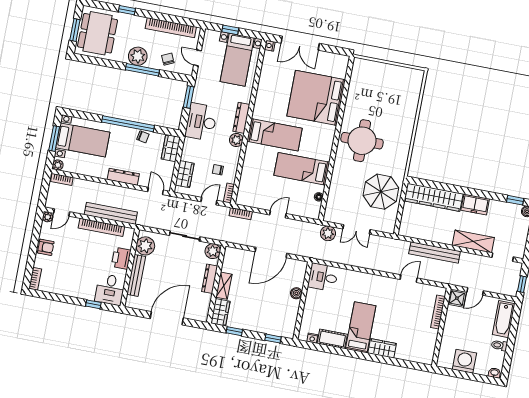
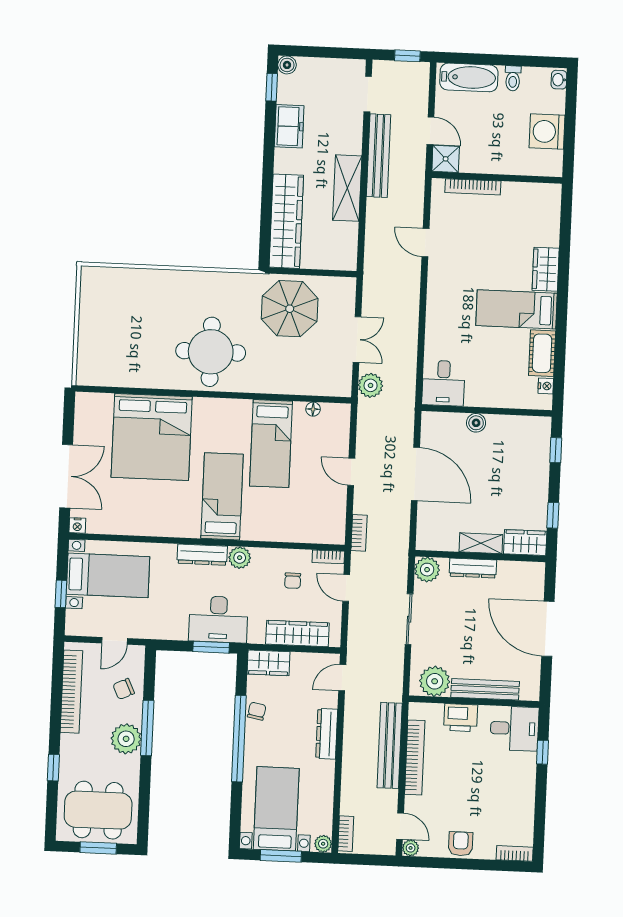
window: (189, 97) -> (211, 647), moved
wardrobe: (185, 174) -> (297, 633), width x1.50
freezer: (475, 204) -> (289, 126), moved
shelving: (473, 241) -> (347, 188), moved
bench: (435, 252) -> (379, 156), moved

